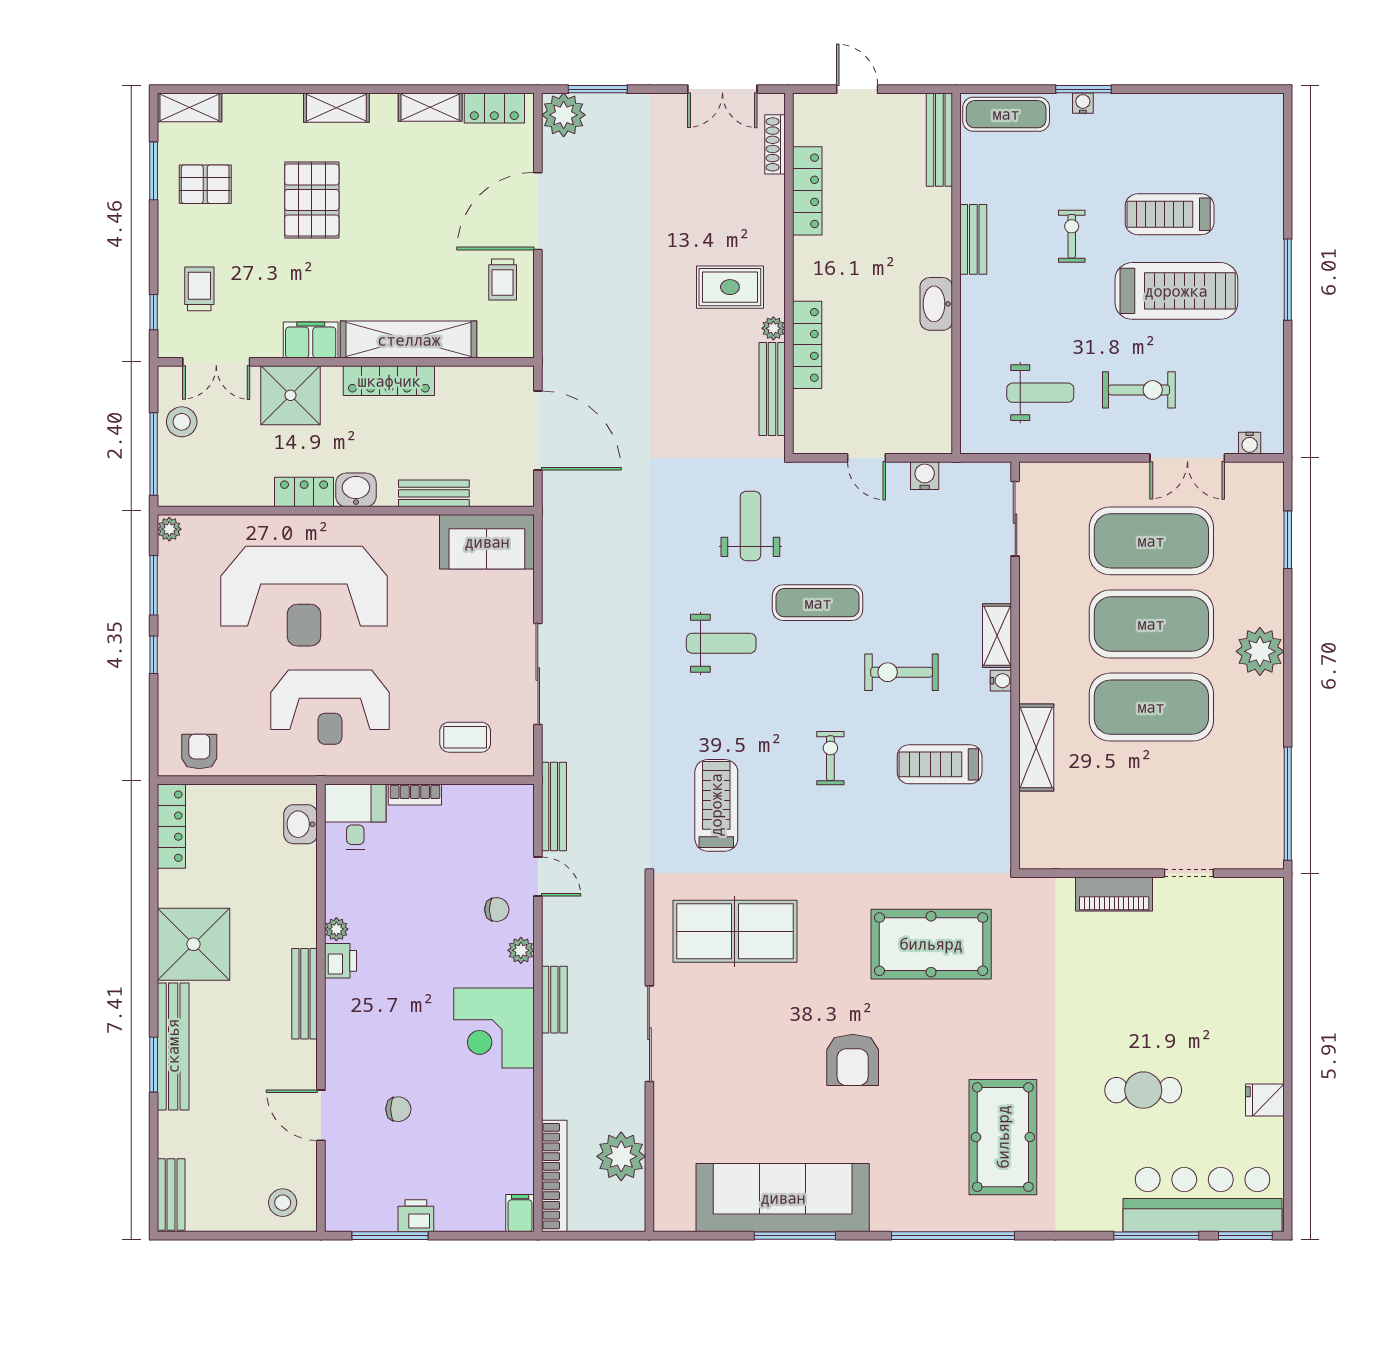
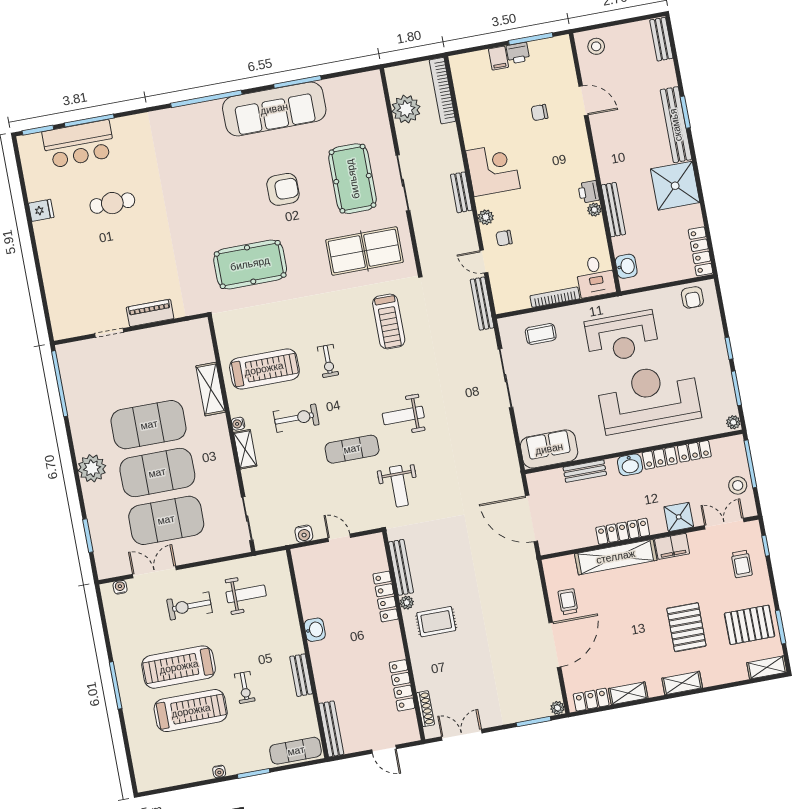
water cooler: (1083, 103) -> (219, 772), moved
plant: (564, 115) -> (557, 708), width x0.53, depth x0.53
pallet: (205, 184) -> (750, 625), width x1.50, depth x1.42
treadmill: (1170, 214) -> (191, 711), width x1.37, depth x1.38
washbasin: (936, 304) -> (315, 630), width x0.72
weight bench: (1040, 393) -> (246, 594), turned 180
shower: (290, 395) -> (679, 517), width x0.73, depth x0.73
locker: (244, 493) -> (694, 451), added
reception desk: (330, 707) -> (622, 337), turned 180
treadmill: (940, 764) -> (264, 369), width x1.37, depth x1.38
bookcase: (415, 794) -> (555, 297), width x1.56
bench: (305, 994) -> (613, 210), moved
armchair: (853, 1060) -> (283, 189), turned 90
pool table: (1003, 1137) -> (353, 179), moved
sofa: (783, 1198) -> (274, 109), moved
bar counter: (1203, 1200) -> (79, 144), width x0.73
filing cabinet: (520, 1213) -> (498, 58), moved

